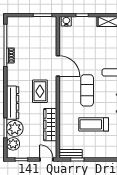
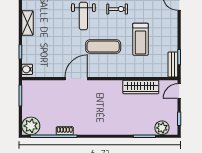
rug: (40, 91) -> (104, 98), removed
dresser: (13, 103) -> (117, 128), removed
plant: (15, 128) -> (31, 126), moved

